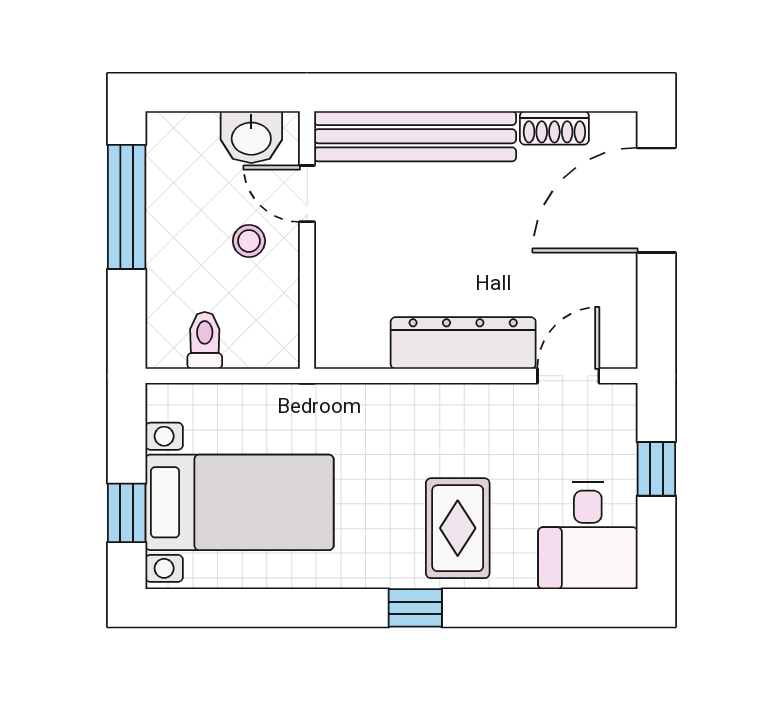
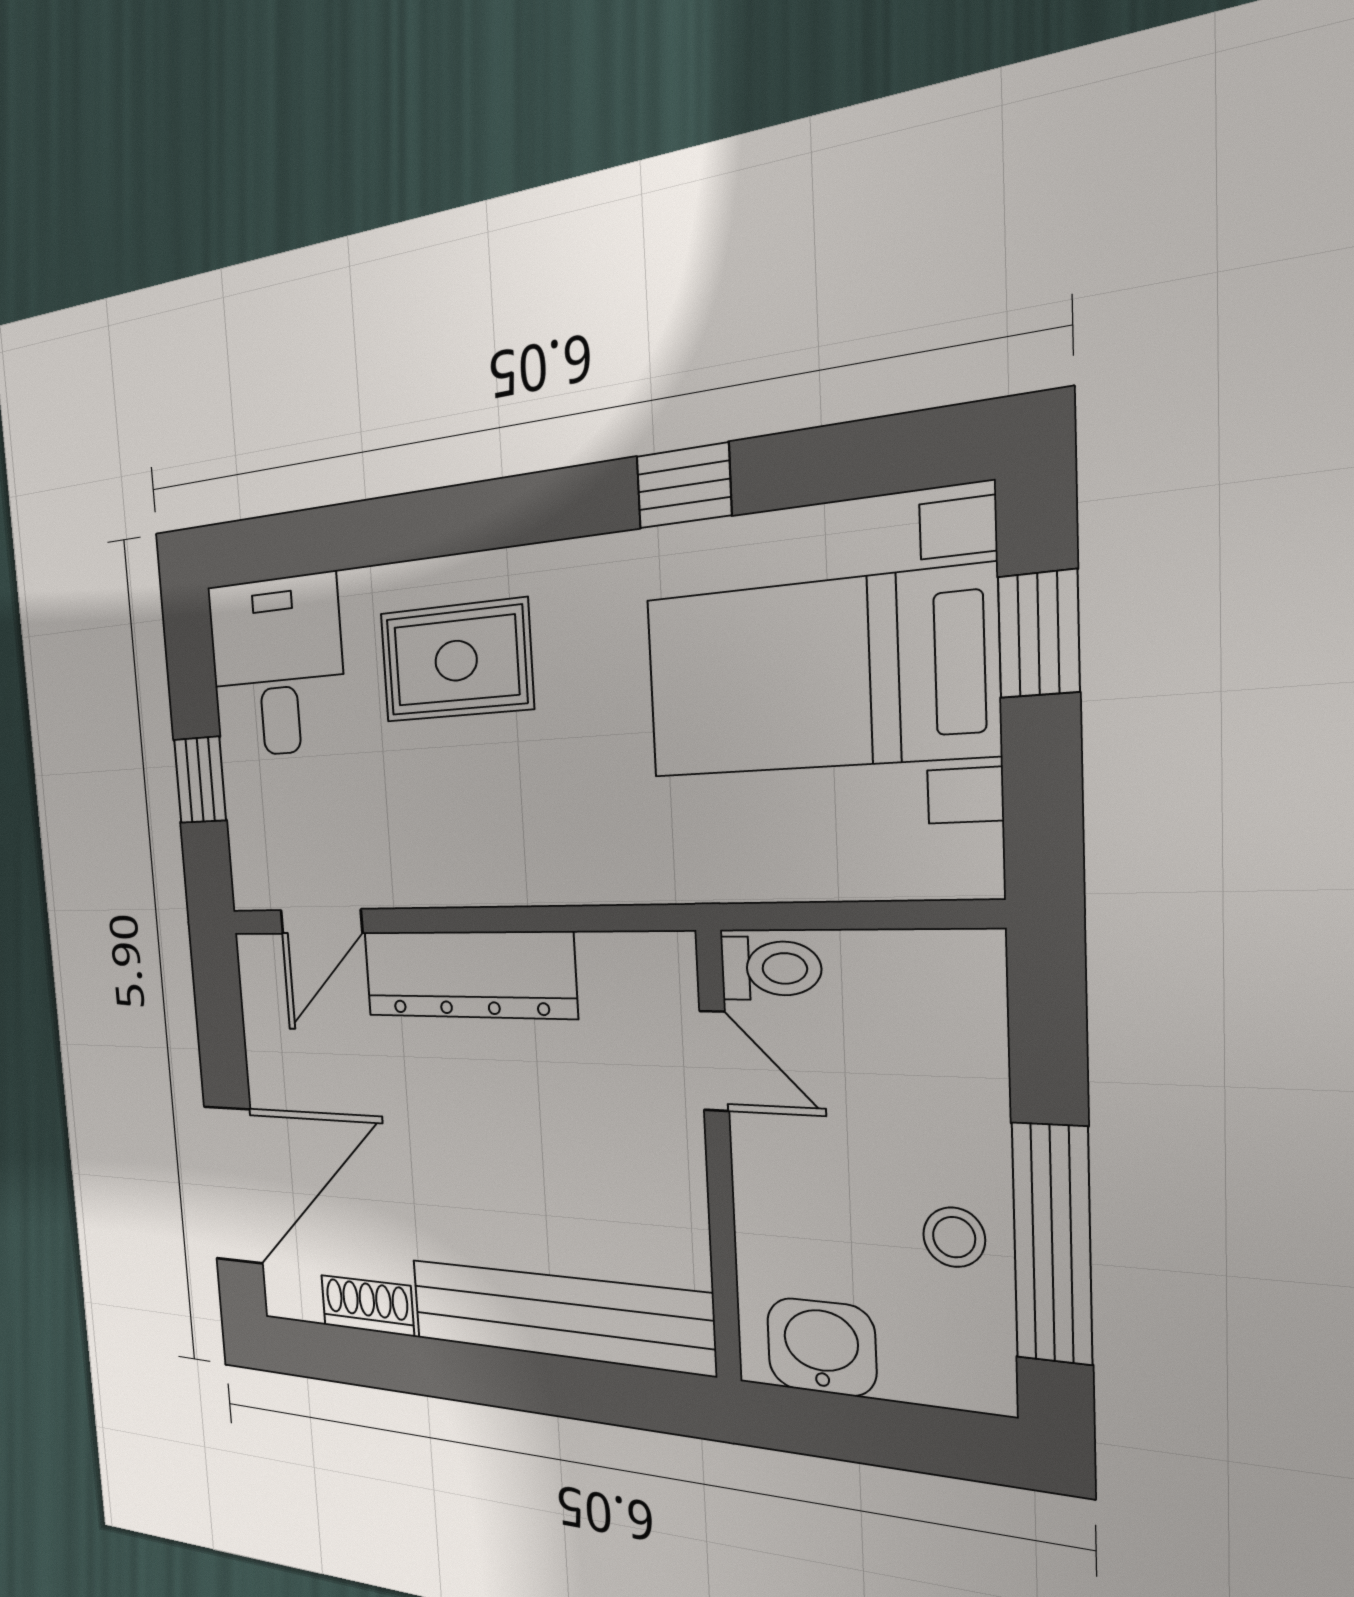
door: (307, 194) -> (714, 1061), moved
stool: (249, 241) -> (954, 1237), moved
toilet: (205, 340) -> (771, 968), moved, turned -90
rug: (458, 528) -> (456, 661), turned 90
window: (415, 608) -> (684, 486), moved

